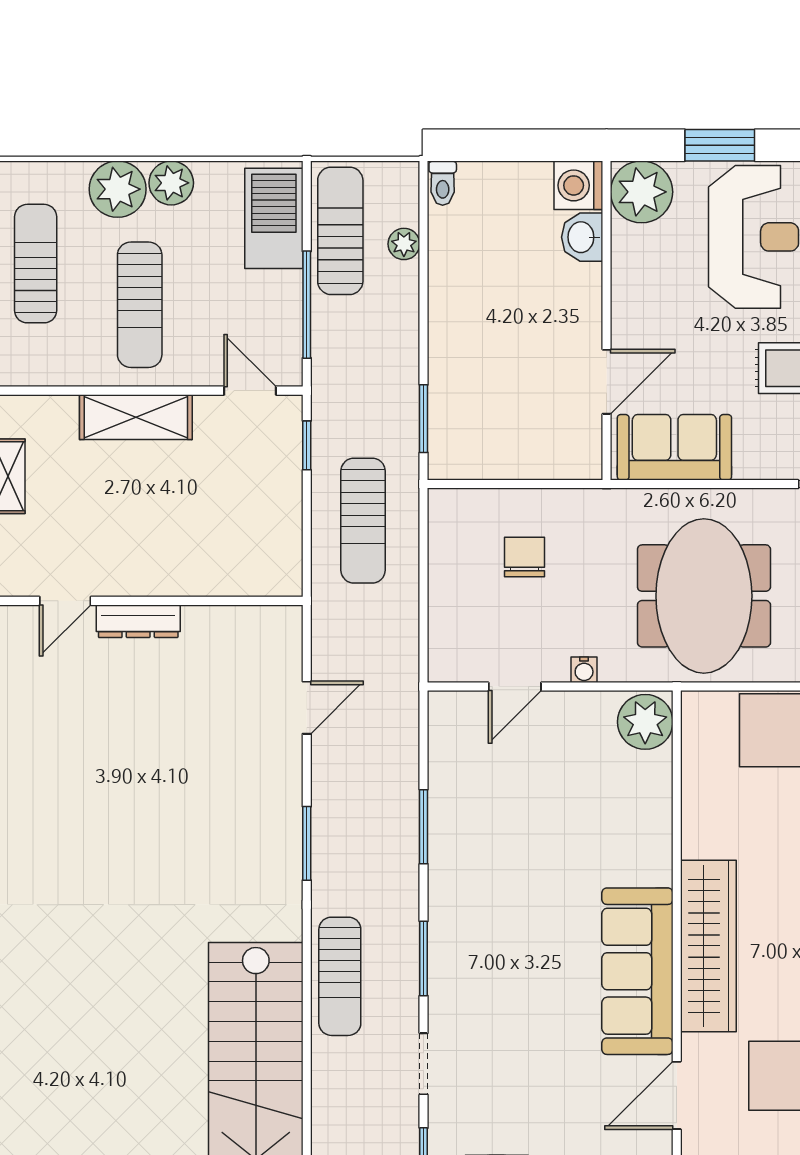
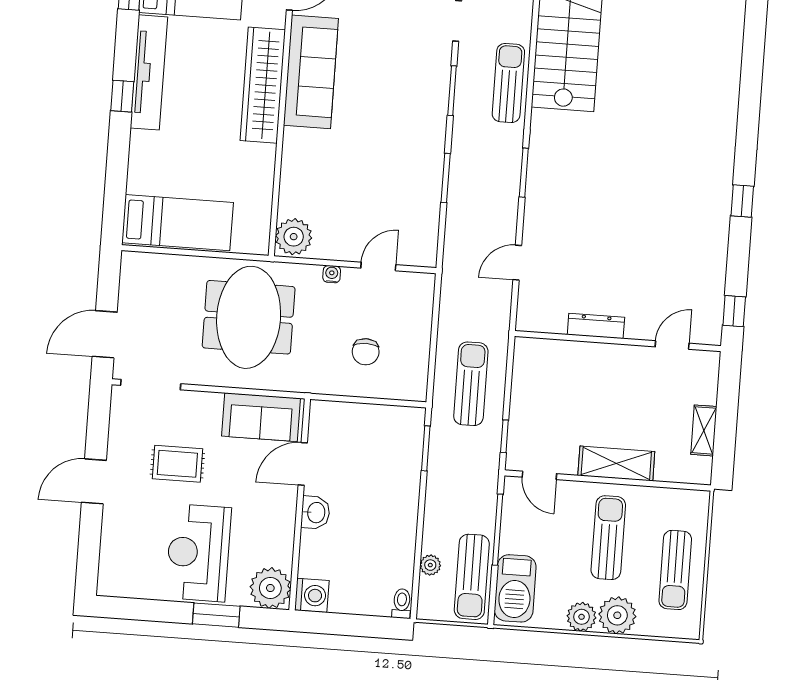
washbasin: (582, 237) -> (315, 513), moved
dresser: (138, 621) -> (596, 326), moved

